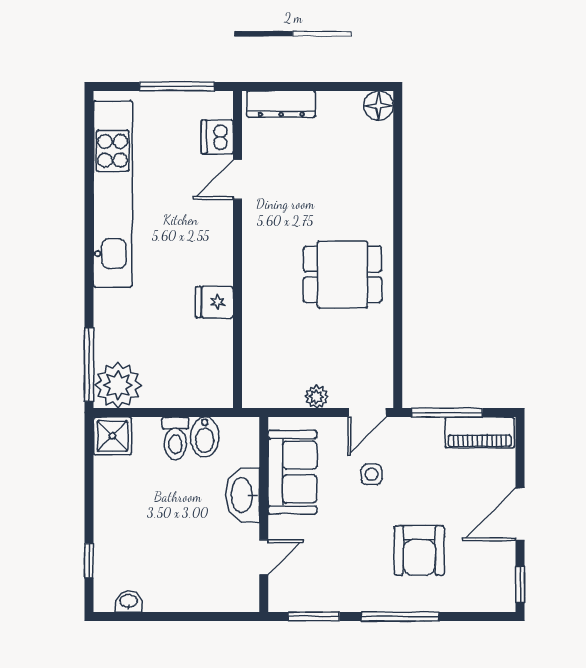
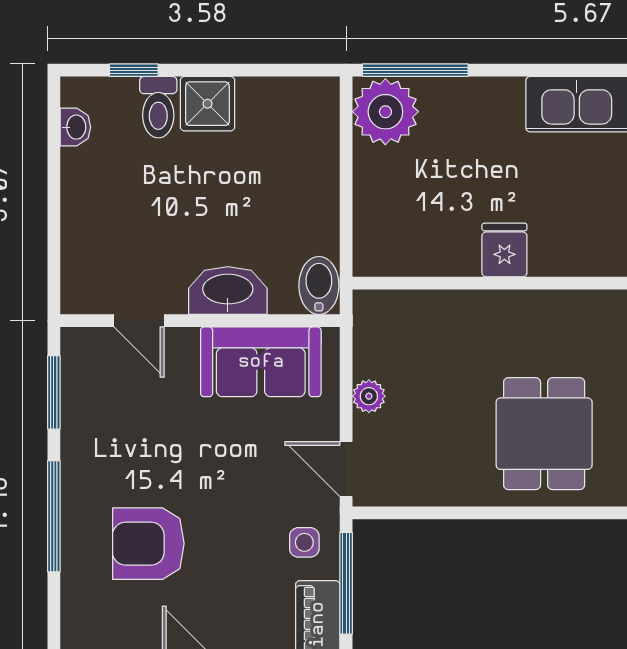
shower: (112, 436) -> (207, 104), moved
bidet: (205, 437) -> (319, 285), moved, turned 90
toilet: (175, 438) -> (158, 107), moved, turned -90
side table: (372, 474) -> (304, 542), moved

